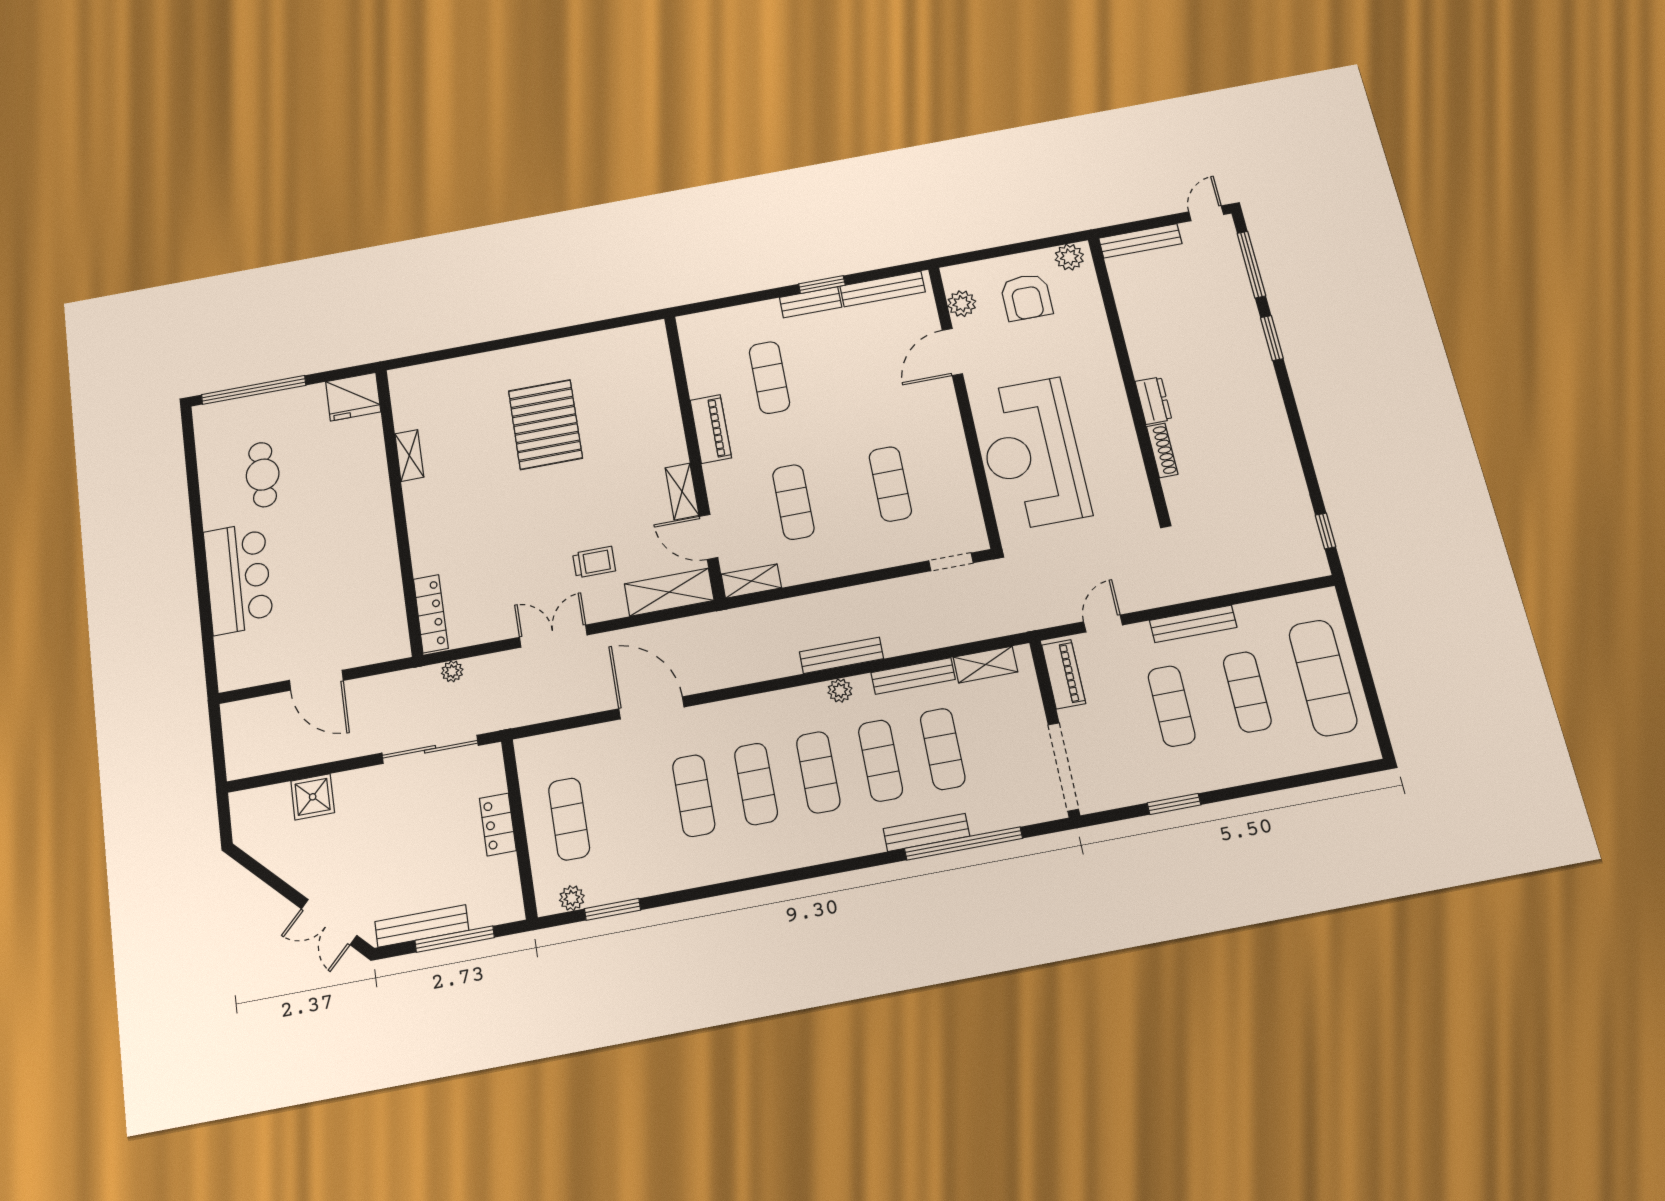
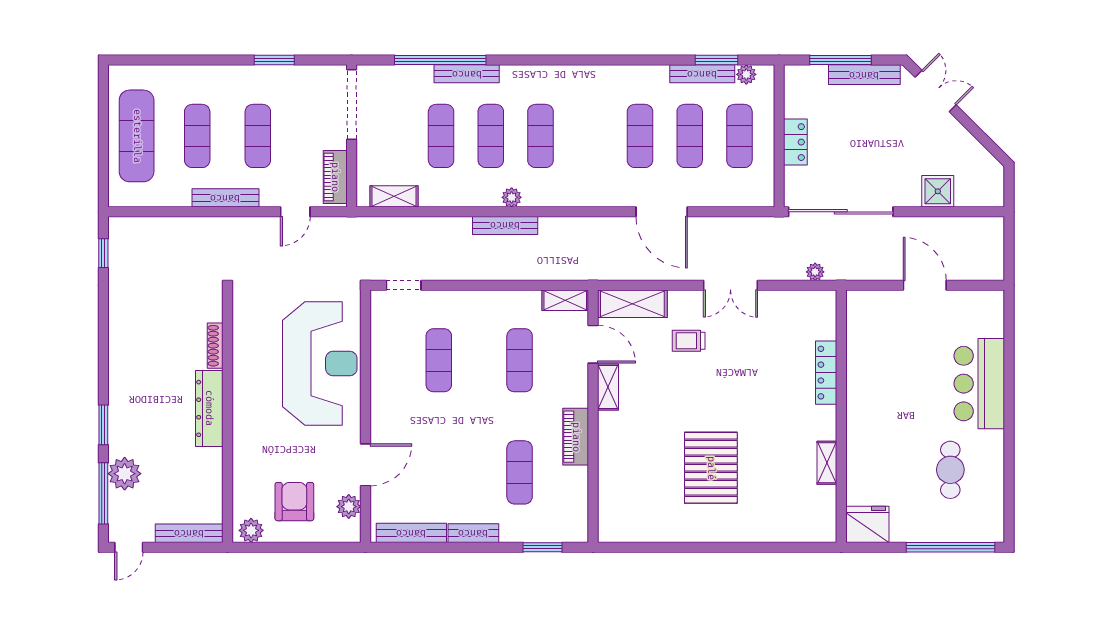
window: (822, 285) -> (543, 547), moved
plant: (1232, 290) -> (125, 474), added
dresser: (1153, 401) -> (209, 408), width x1.96, depth x1.24
locker: (431, 614) -> (826, 373), moved
bench: (913, 676) -> (702, 74), moved
sliding door: (430, 749) -> (841, 212), width x1.36
exercise mat: (756, 784) -> (690, 136), moved

